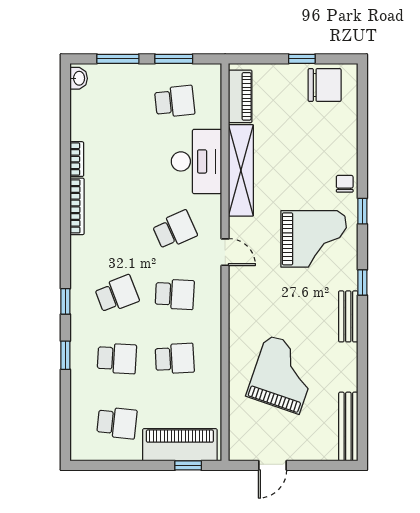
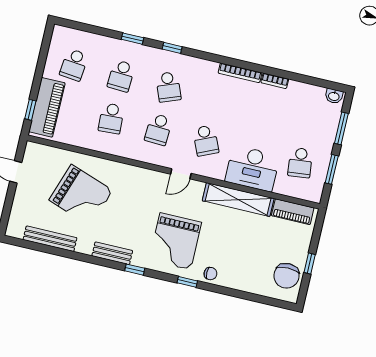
bench: (348, 427) -> (50, 239), moved

